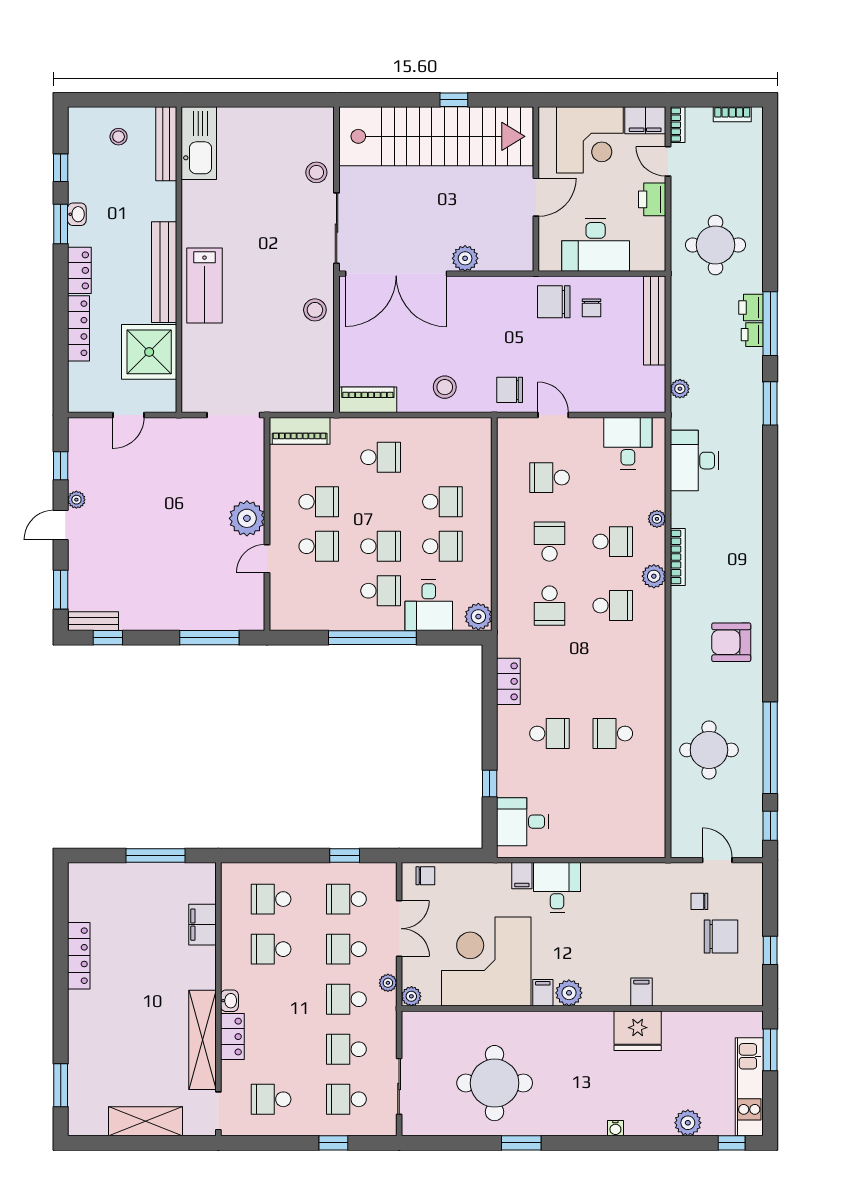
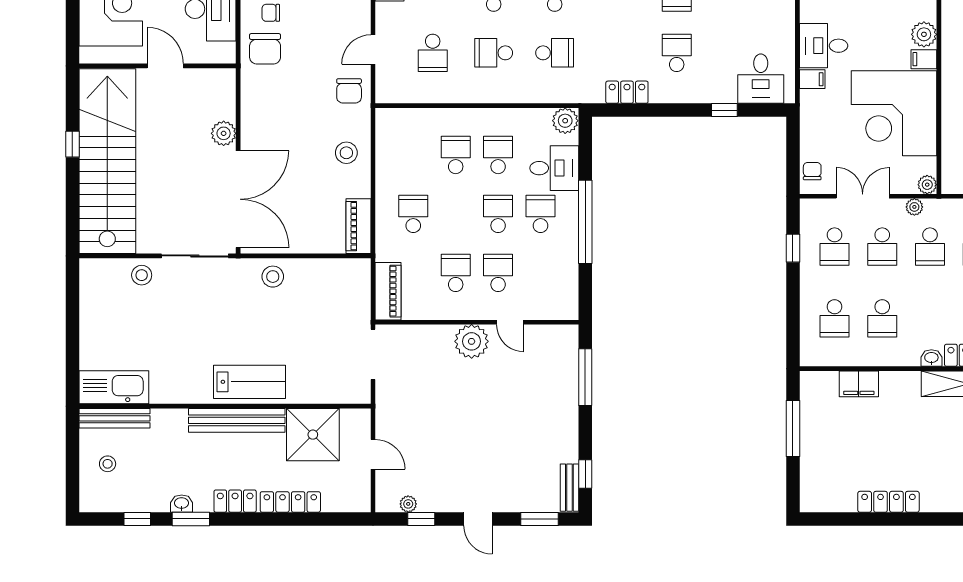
chair: (591, 308) -> (271, 13), turned 180
plant: (76, 500) -> (408, 504), moved

